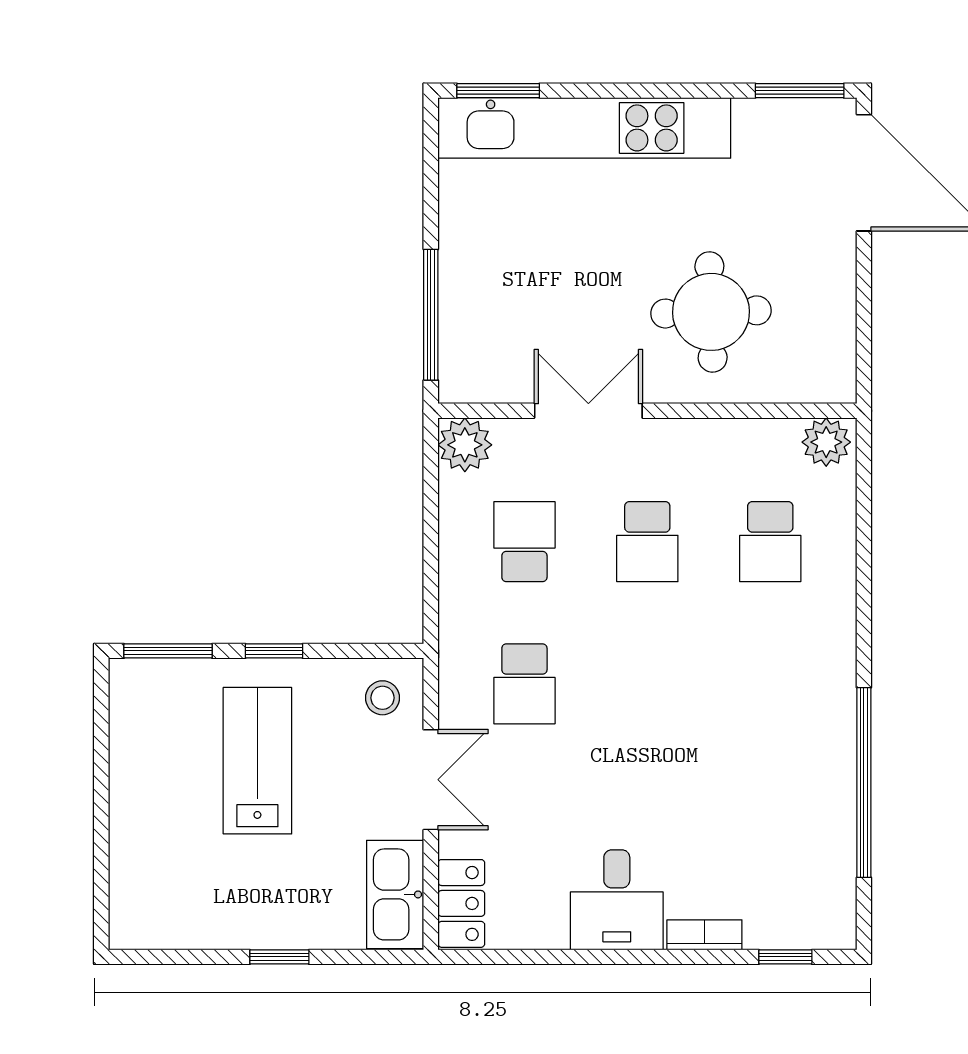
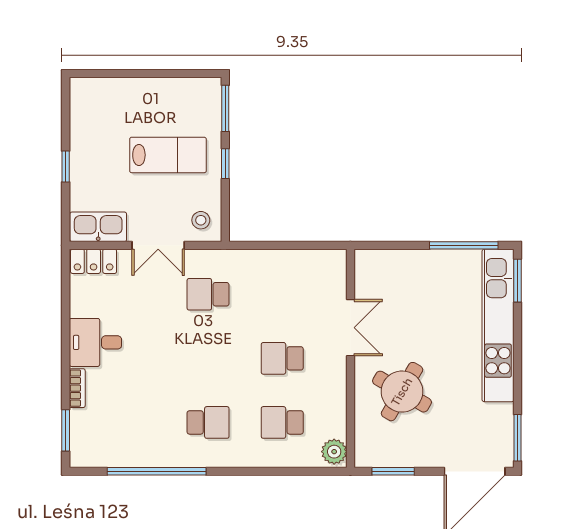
round table: (711, 312) -> (402, 392), turned 32
window: (431, 315) -> (464, 245), moved
window: (864, 329) -> (393, 471), added
plant: (465, 445) -> (333, 263), removed
school desk: (524, 542) -> (208, 422), moved
window: (785, 957) -> (66, 430), width x1.50

